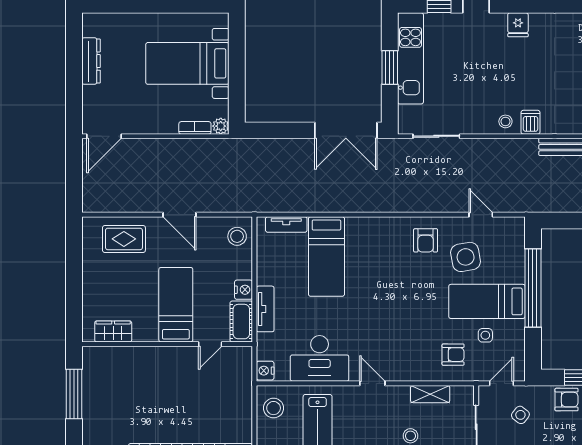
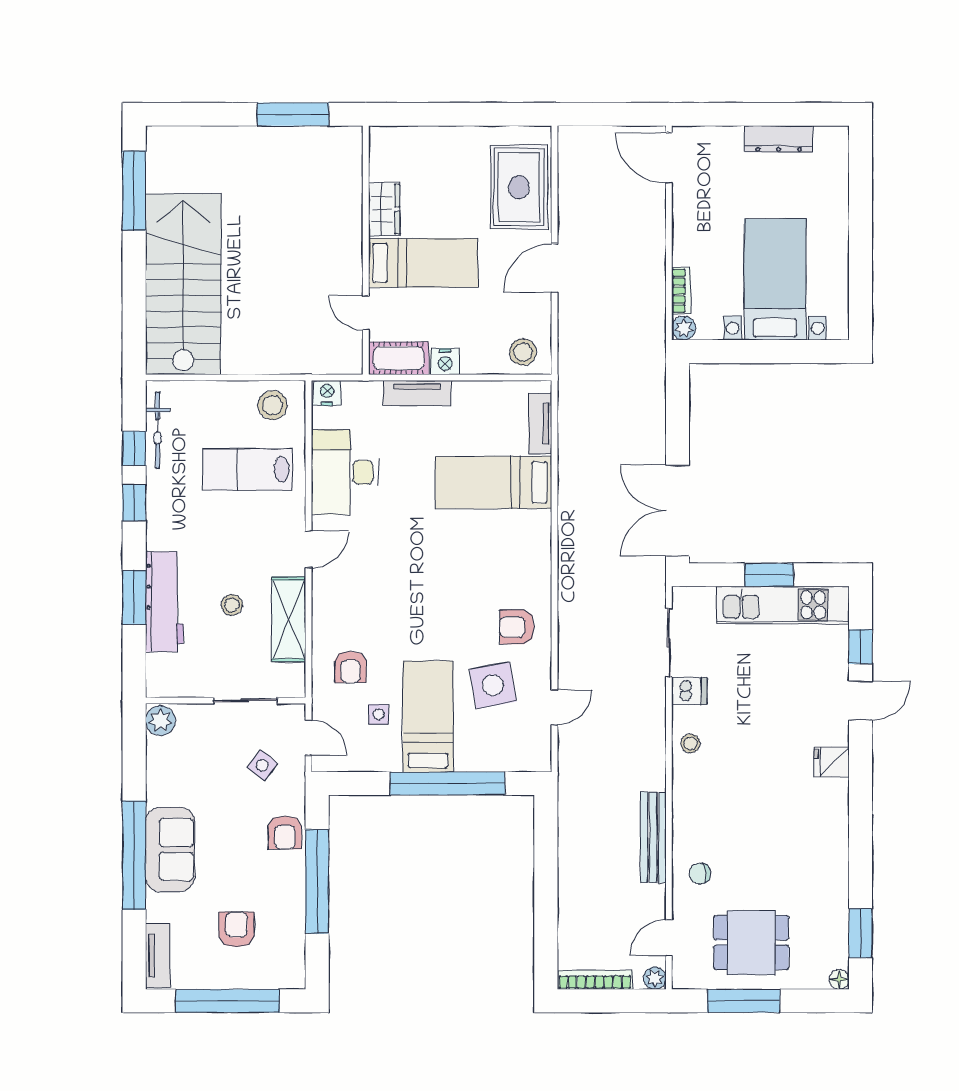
dishwasher: (531, 122) -> (689, 691), moved
rug: (124, 239) -> (519, 187), width x1.36, depth x1.43
wardrobe: (113, 331) -> (384, 209), moved
shelving: (430, 394) -> (289, 619), width x1.50, depth x1.33

